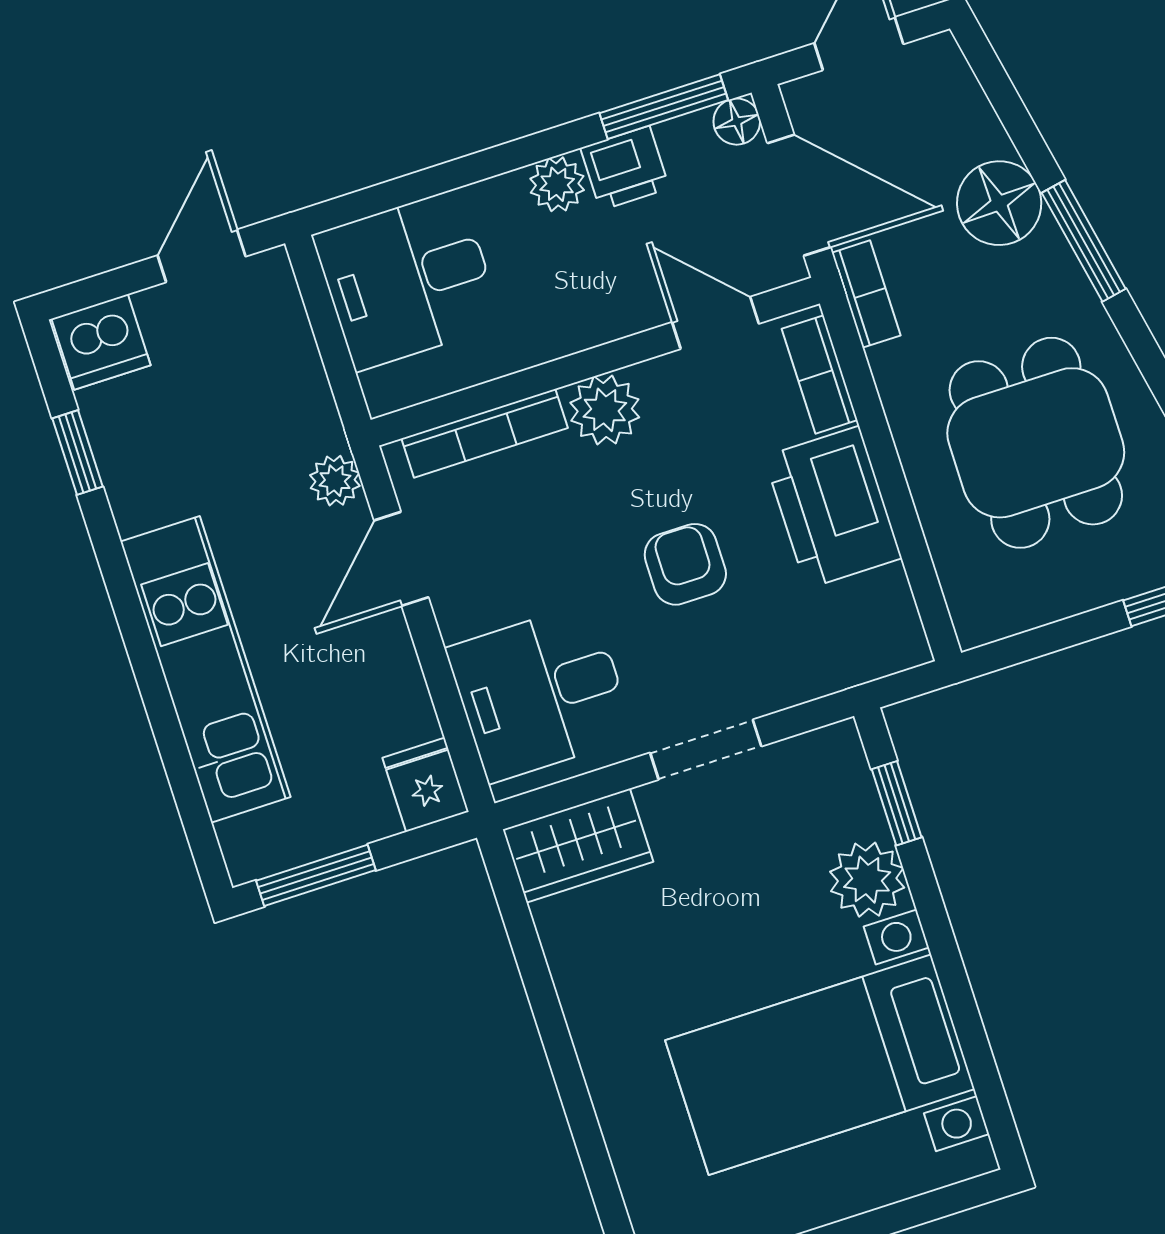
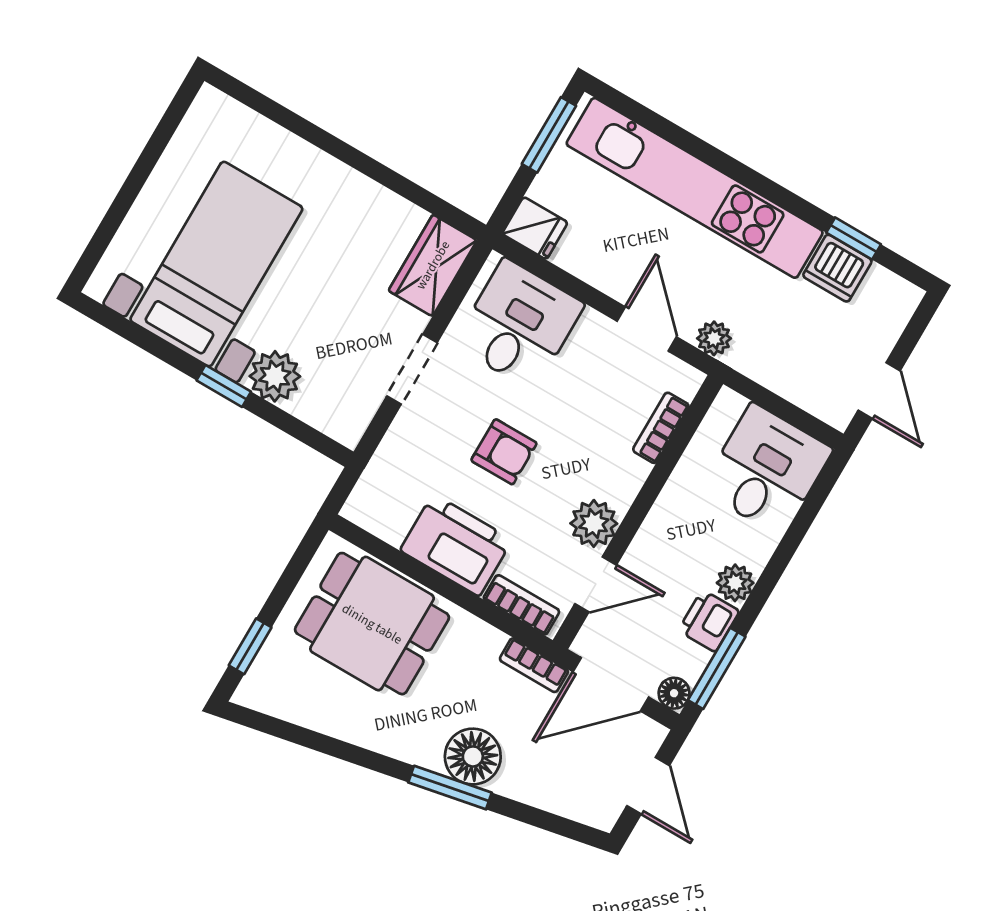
floor lamp: (999, 203) -> (473, 756), moved
dishwasher: (101, 342) -> (837, 268), moved, turned -90
plant: (605, 410) -> (594, 523), moved
bookcase: (485, 433) -> (661, 428), width x0.64
dining table: (1036, 443) -> (372, 624), moved
kitchen unit: (205, 669) -> (695, 188), width x1.36
window: (897, 803) -> (224, 386), moved

